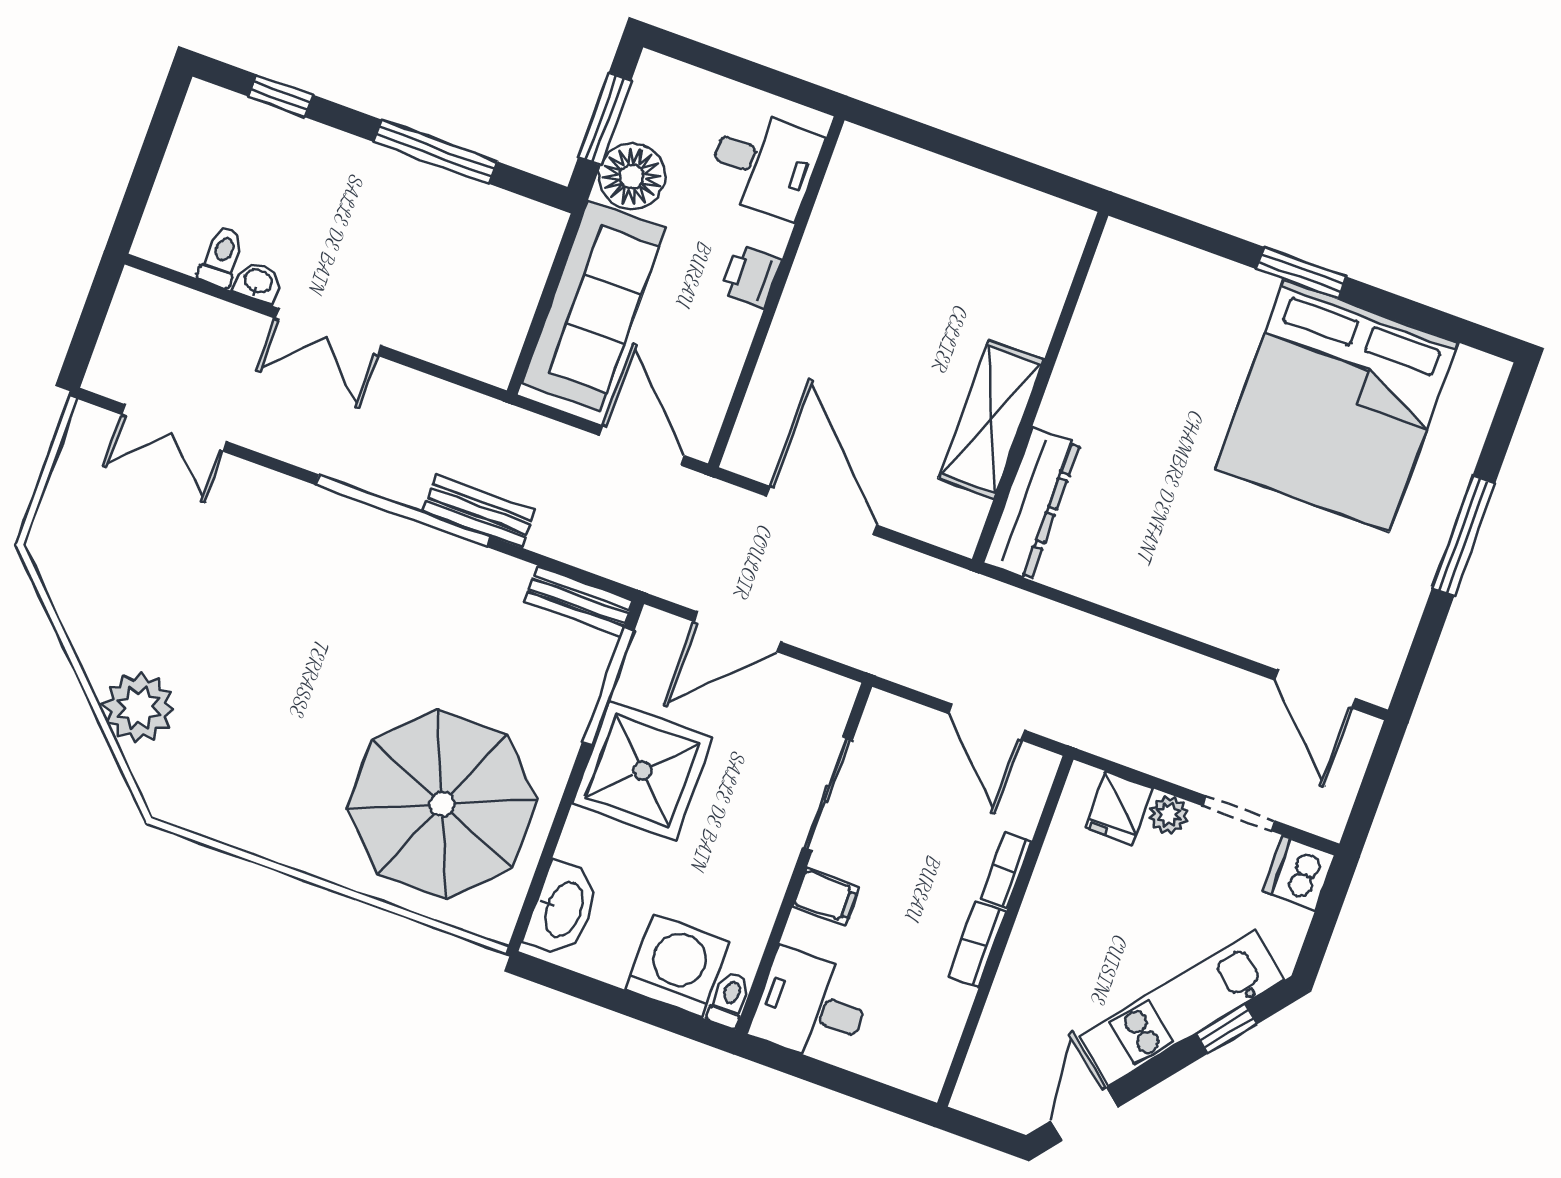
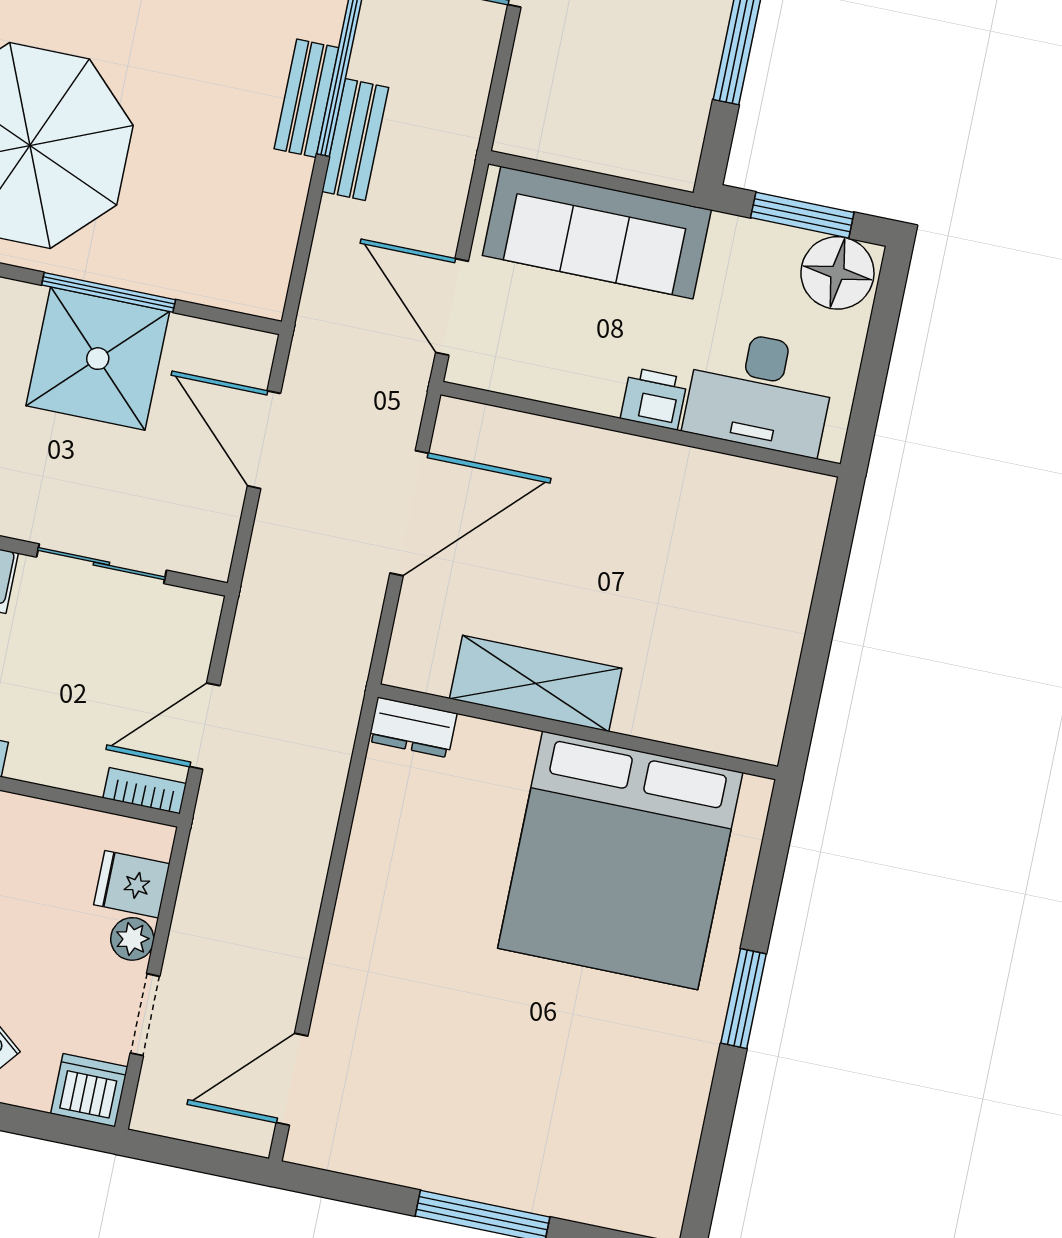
desk: (764, 164) -> (760, 392), width x1.37
floor lamp: (632, 176) -> (837, 273), moved
bed: (1337, 406) -> (620, 860), moved, turned -90
door: (642, 446) -> (452, 307), swing flipped
dresser: (1032, 504) -> (413, 727), width x0.51, depth x0.80
bench: (579, 601) -> (306, 98), moved
window: (608, 686) -> (109, 292), moved
bookcase: (1006, 870) -> (145, 791), moved

